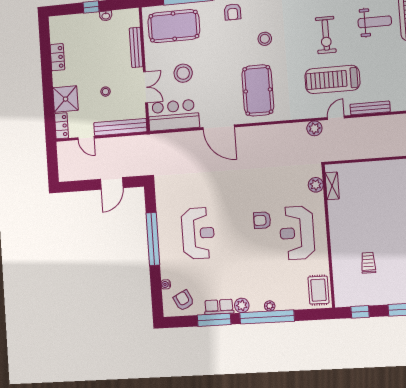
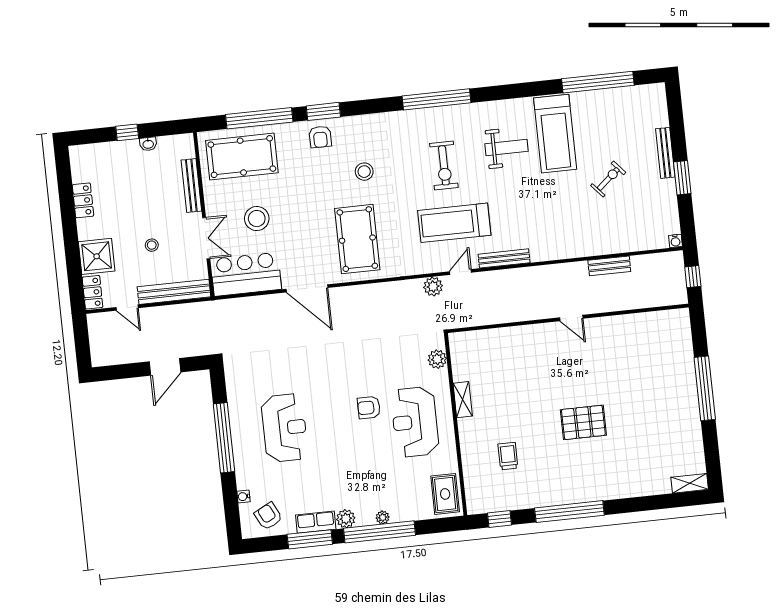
shelving: (332, 186) -> (463, 400), moved

